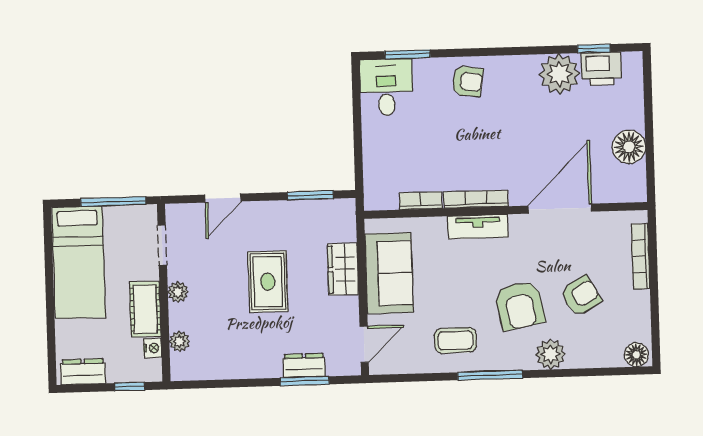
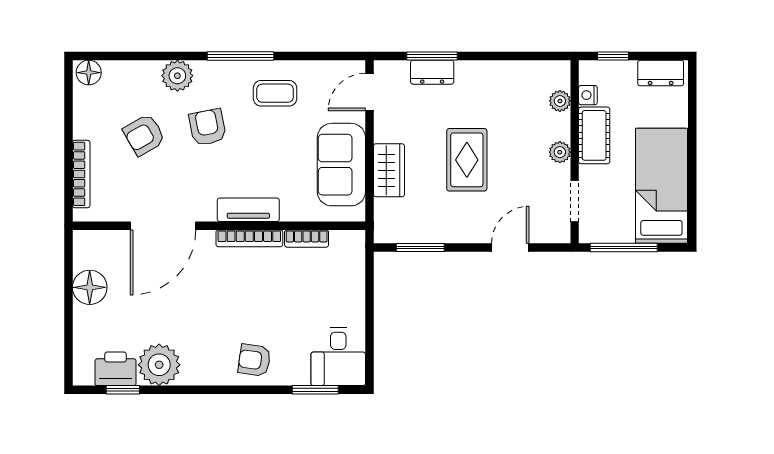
armchair: (520, 305) -> (207, 127), width x0.72, depth x0.72

